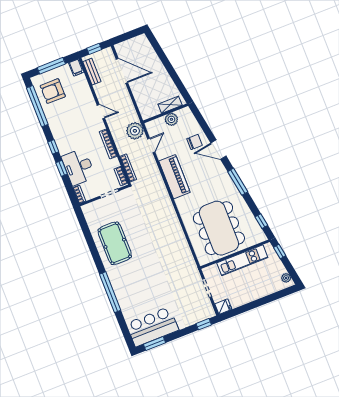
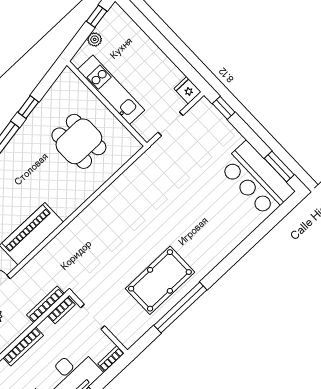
window: (261, 221) -> (28, 107), moved
dining table: (219, 228) -> (79, 141), width x0.53, depth x0.80
window: (280, 252) -> (97, 16), moved
plant: (286, 278) -> (95, 39), moved
window: (110, 292) -> (180, 308), moved

